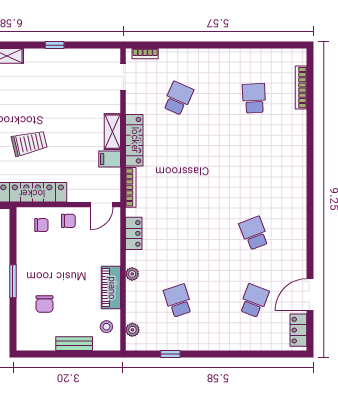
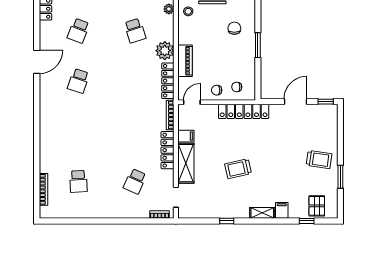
shelving: (112, 132) -> (186, 163), width x1.50, depth x1.33
trolley: (29, 143) -> (238, 169), moved
locker: (134, 233) -> (168, 81), width x1.53
school desk: (254, 233) -> (78, 81), turned 39
plant: (132, 274) -> (165, 51), width x1.88, depth x1.88
piano: (111, 288) -> (185, 61), moved
door: (310, 295) -> (37, 62), moved

